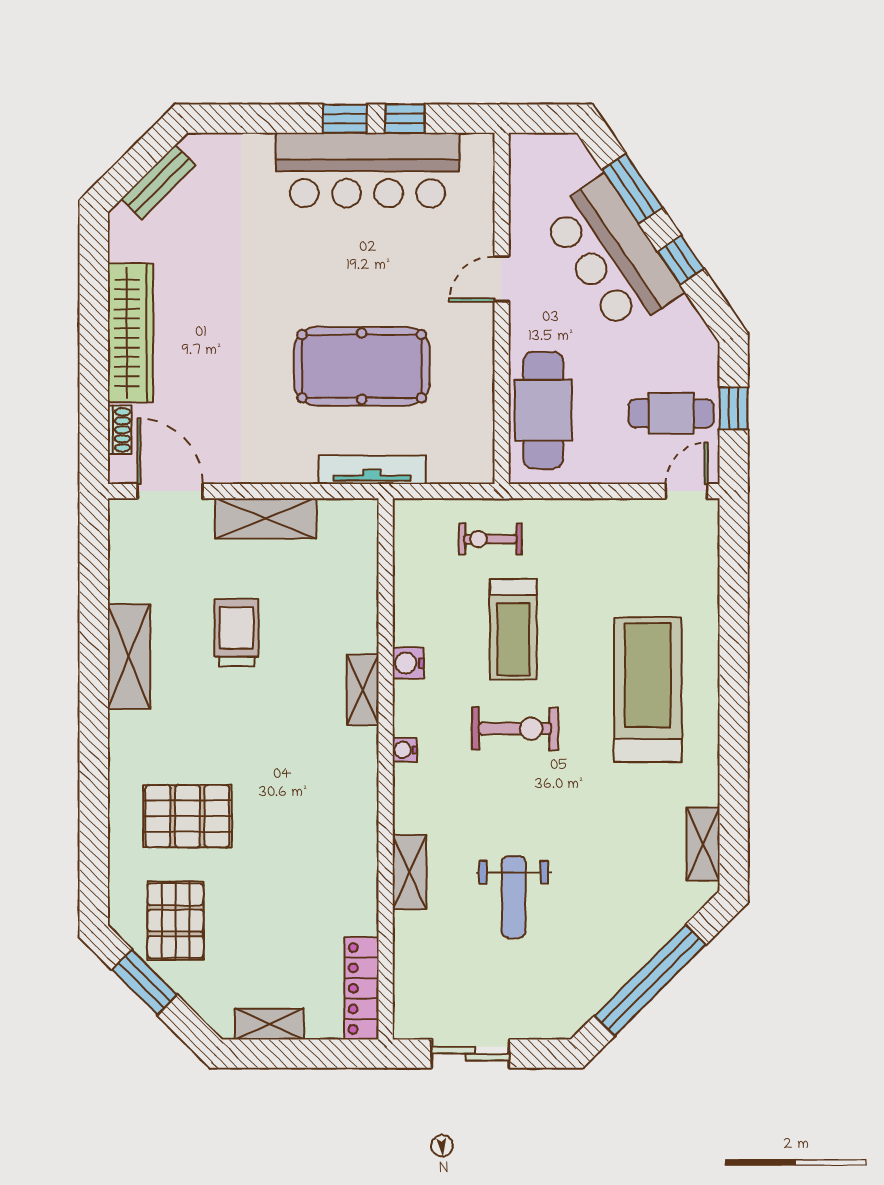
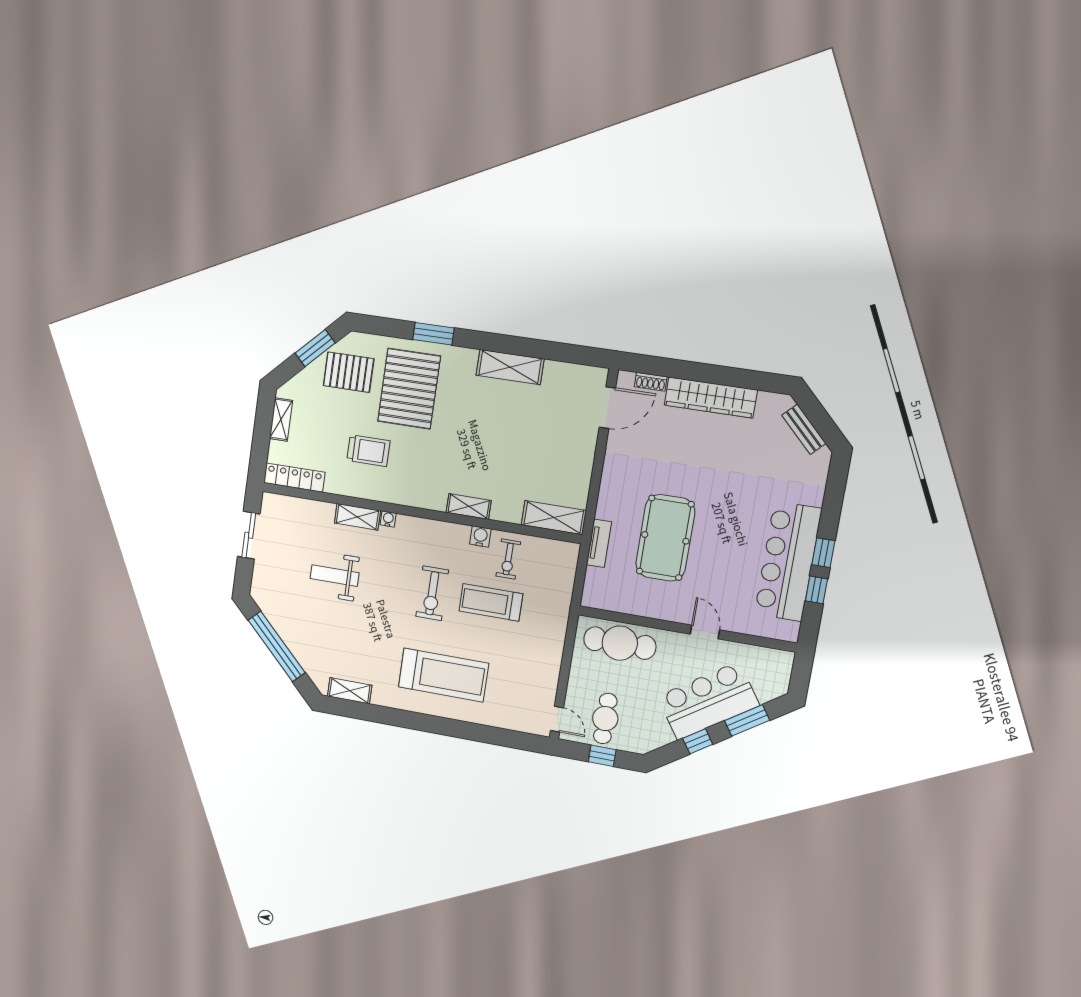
tv unit: (372, 470) -> (599, 543), width x0.71
shelving: (266, 518) -> (554, 518), moved, turned 90
exercise bike: (490, 539) -> (508, 559), moved, turned 180
trolley: (237, 633) -> (368, 451), moved
water cooler: (405, 750) -> (388, 519), moved
window: (94, 789) -> (434, 334), added
pallet: (187, 816) -> (409, 389), width x1.37, depth x1.41

